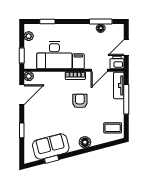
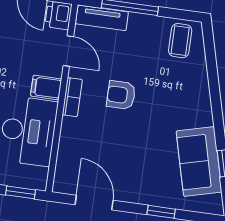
plant: (29, 76) -> (61, 185), removed
floor lamp: (85, 142) -> (200, 96), removed

